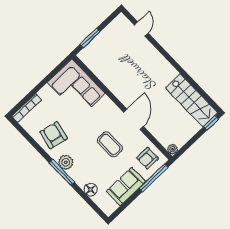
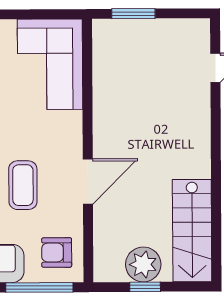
window: (211, 123) -> (145, 287), moved
plant: (173, 149) -> (143, 264), moved, width x1.88, depth x1.88

